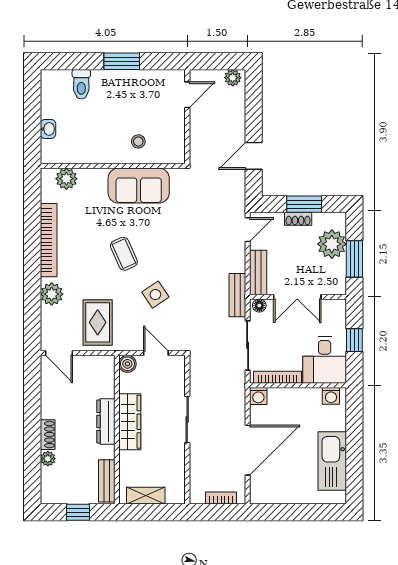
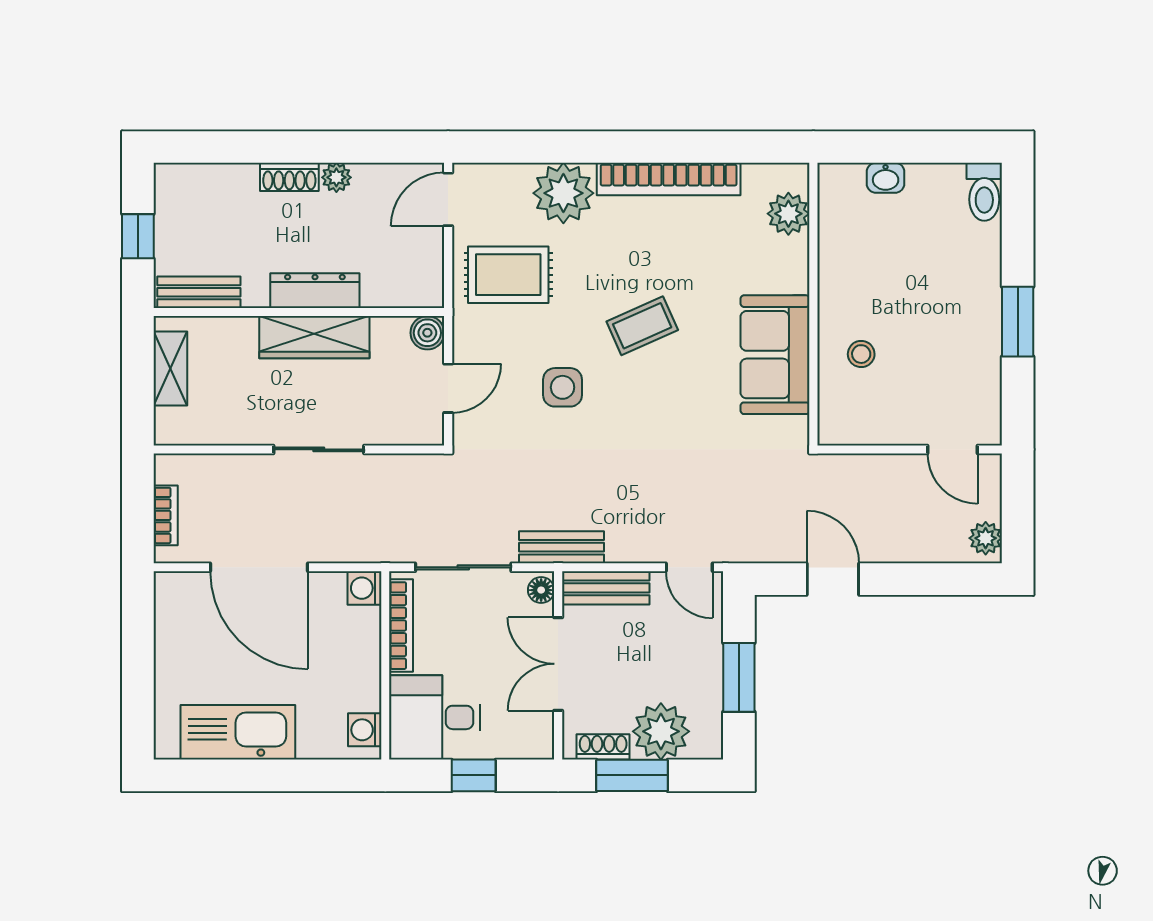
toilet: (81, 84) -> (984, 192), moved, turned -90
shoe rack: (298, 219) -> (603, 747), moved, turned 90
plant: (52, 294) -> (563, 193), width x1.36, depth x1.36
side table: (155, 295) -> (563, 387), turned 34
plant: (48, 459) -> (336, 177), moved

